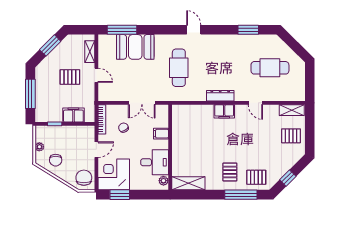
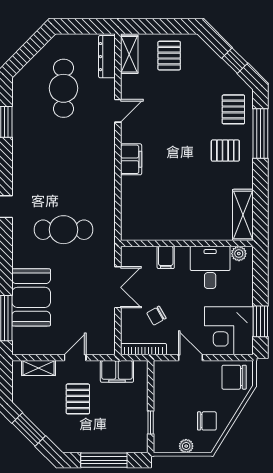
dresser: (220, 96) -> (107, 57), moved
filing cabinet: (73, 115) -> (117, 371), moved, turned -90

